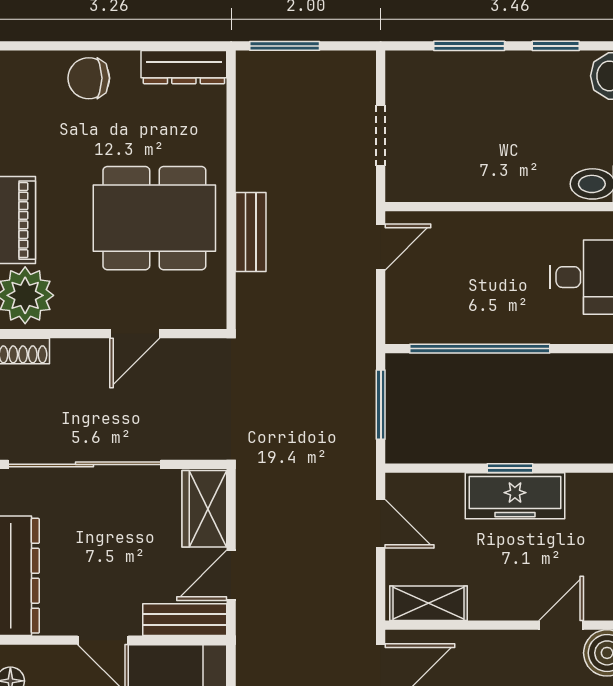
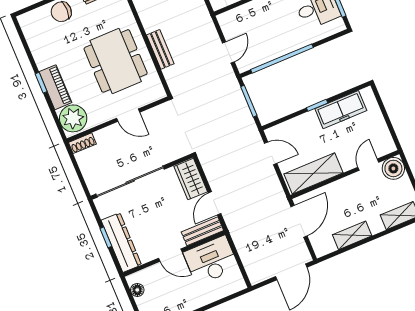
dining table: (154, 218) -> (116, 61), turned 90
door: (381, 247) -> (228, 52), moved
door: (135, 334) -> (128, 115), hinge flipped
freezer: (515, 496) -> (341, 110), moved
shelving: (428, 603) -> (314, 173), width x1.50, depth x1.33

